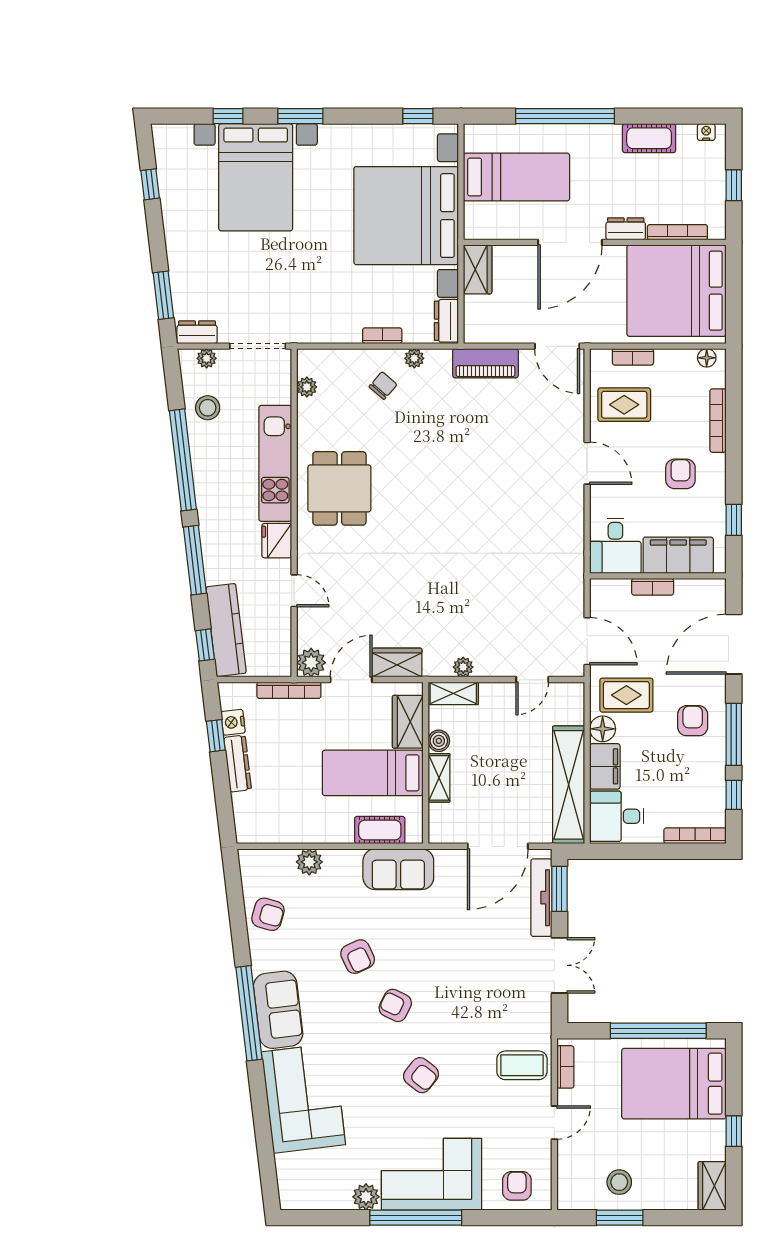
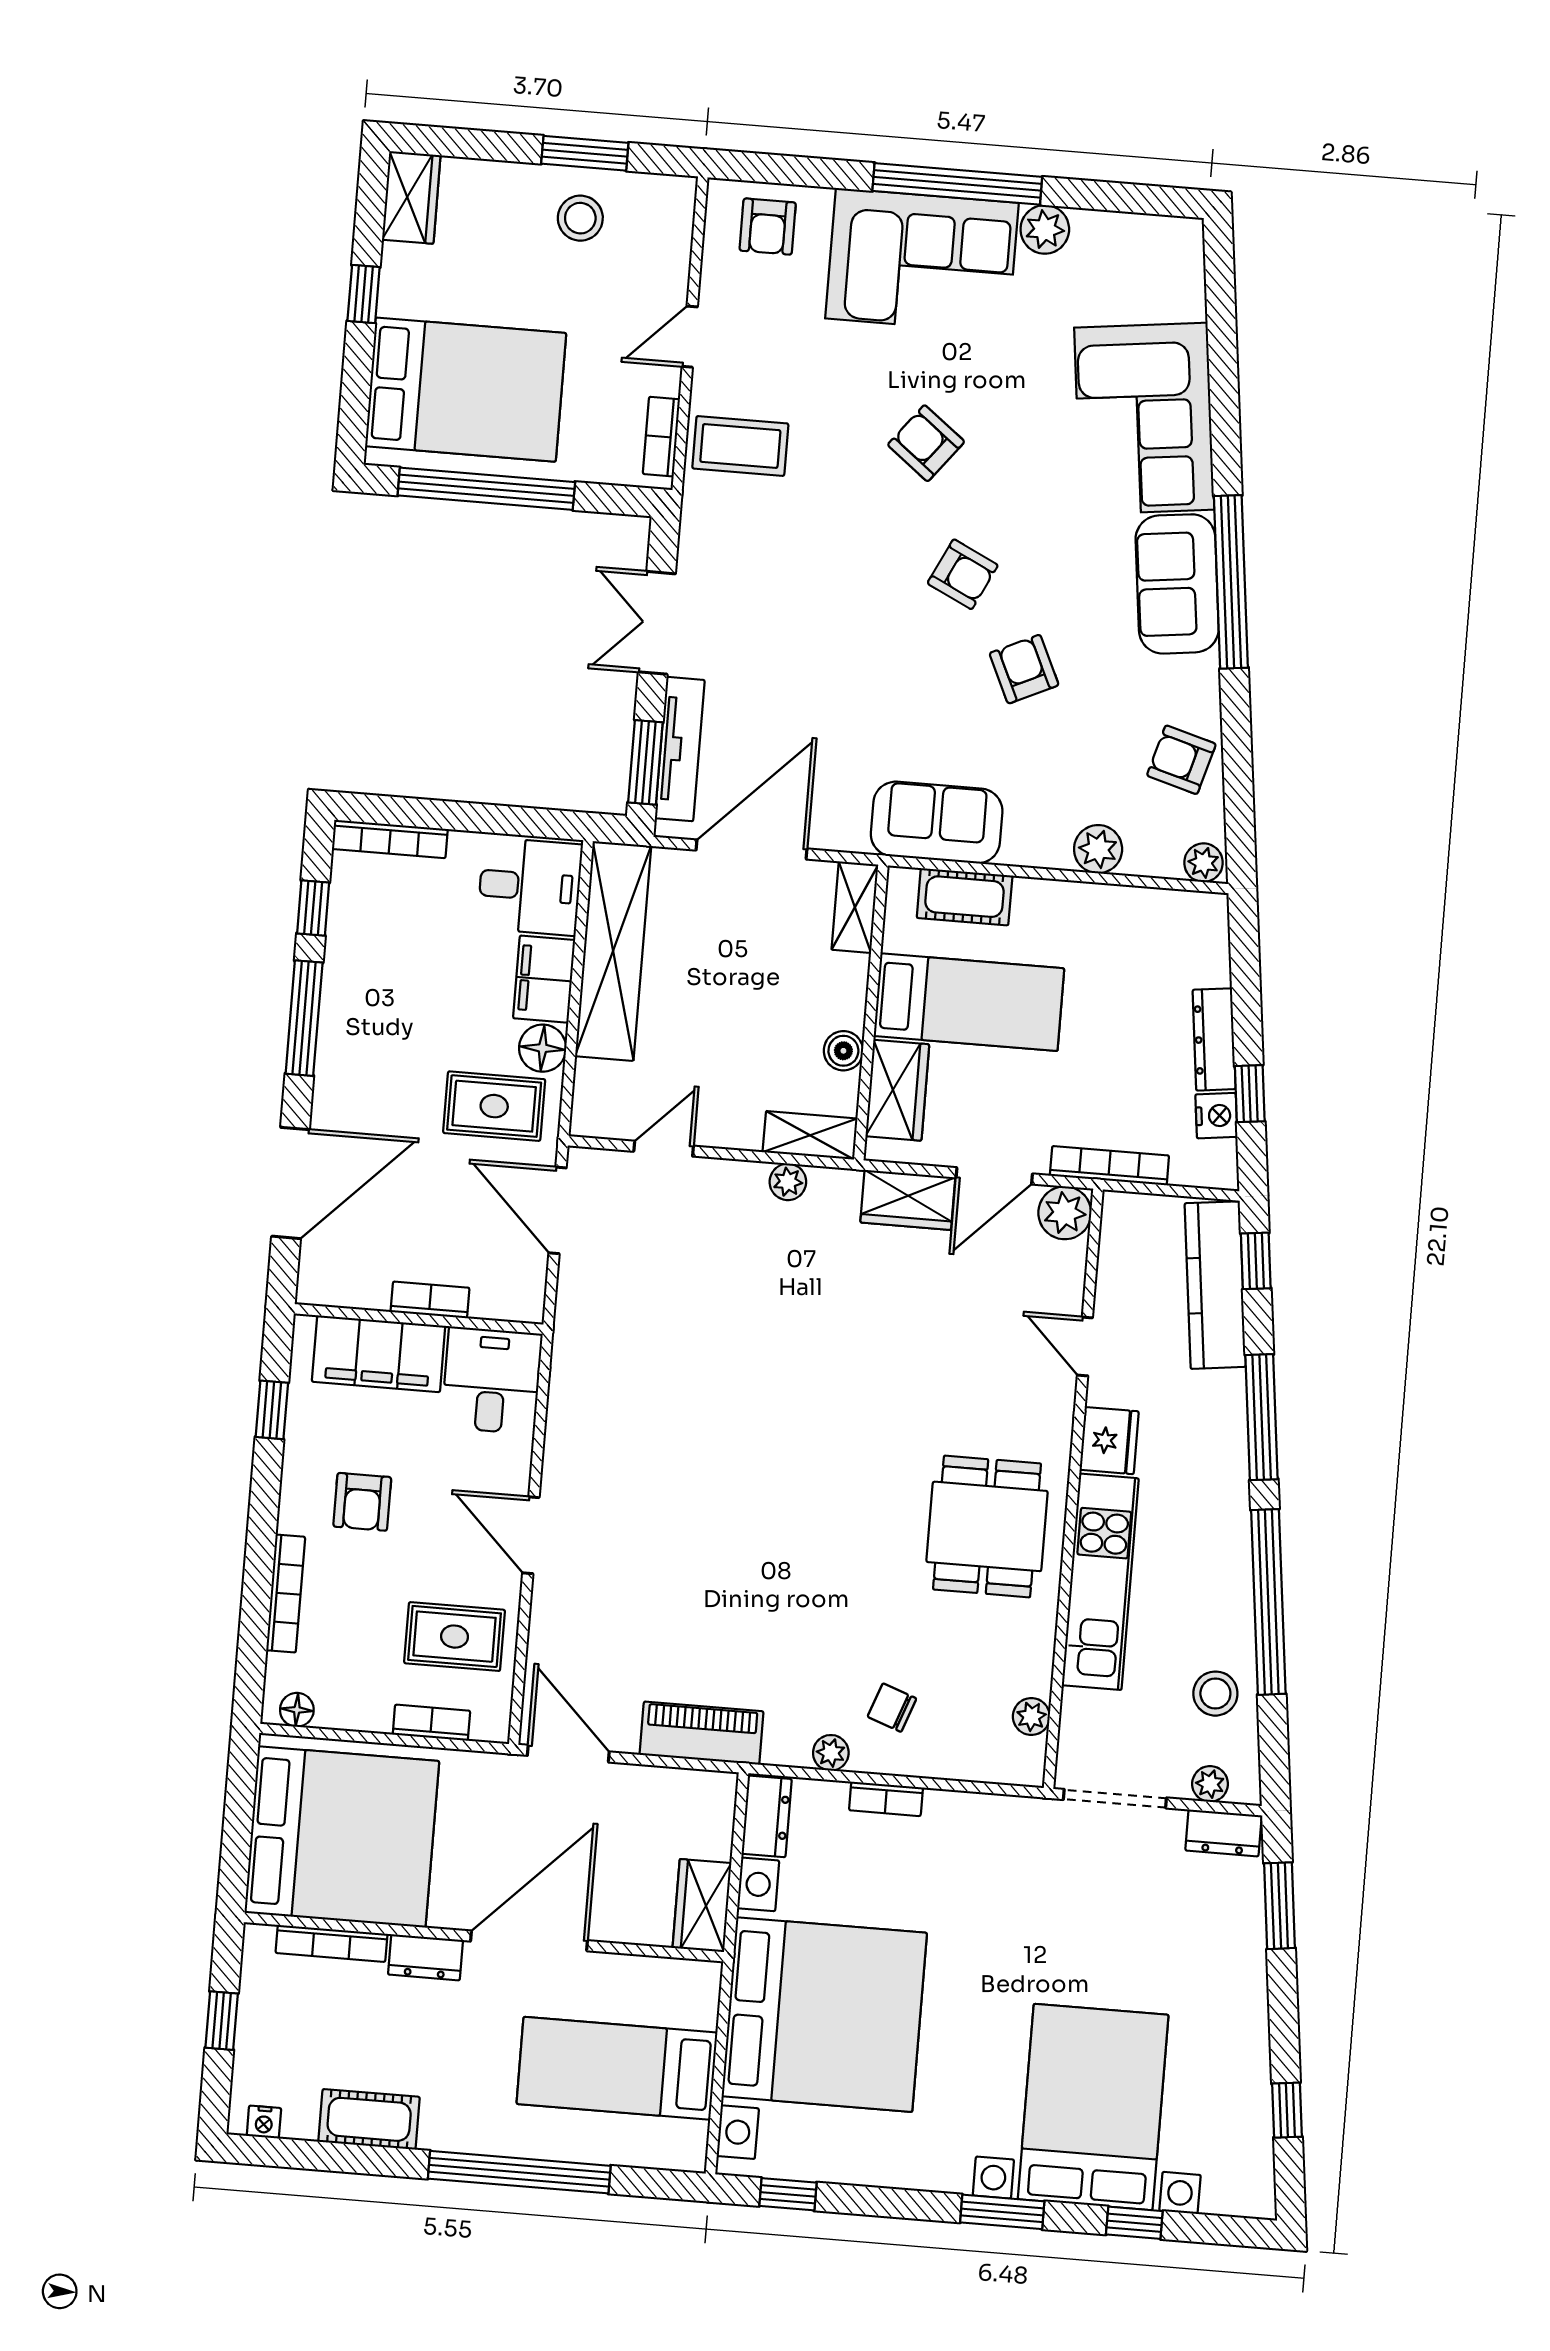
chair: (383, 386) -> (892, 1708), turned 69
armchair: (693, 721) -> (377, 1049), removed
shelving: (439, 778) -> (855, 907), moved
plant: (251, 859) -> (1204, 863), added

